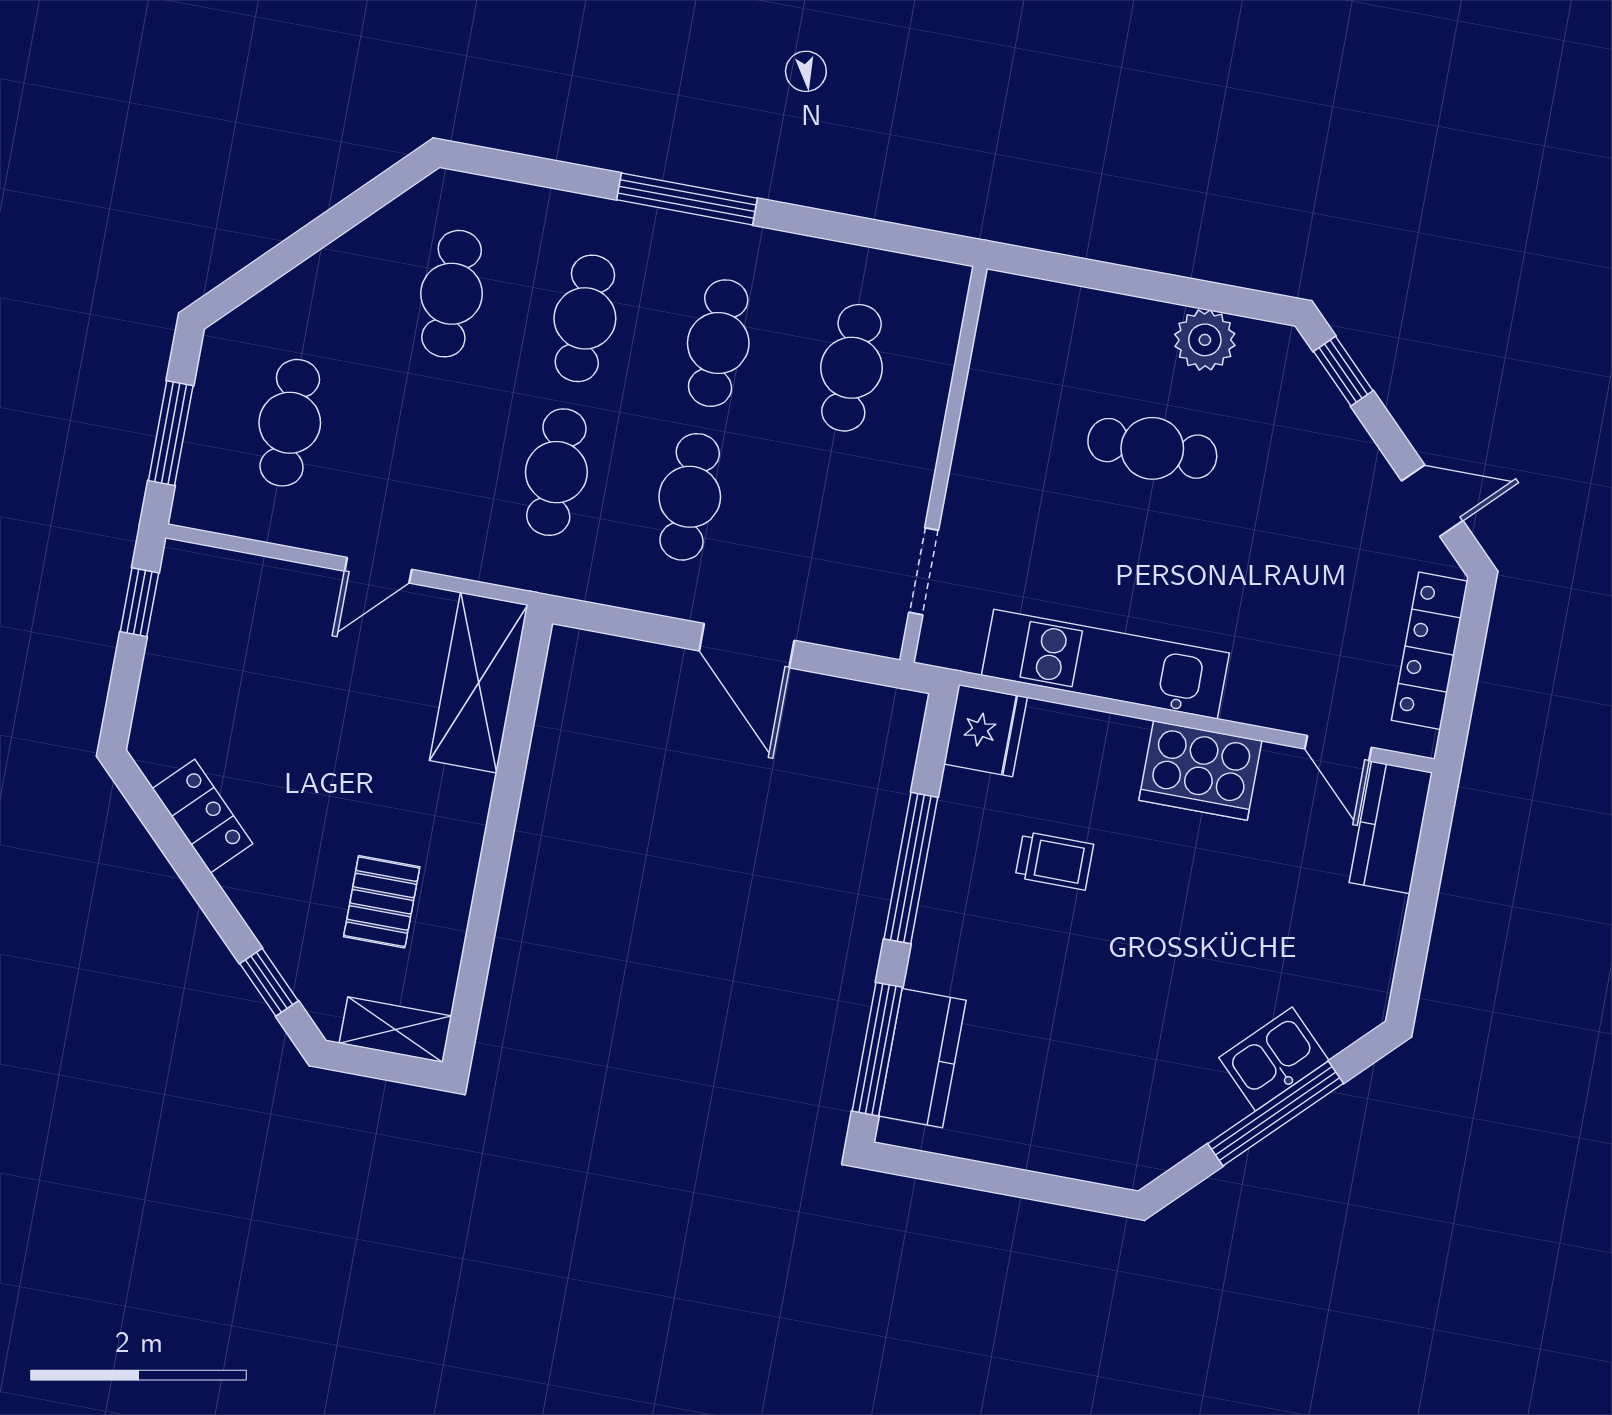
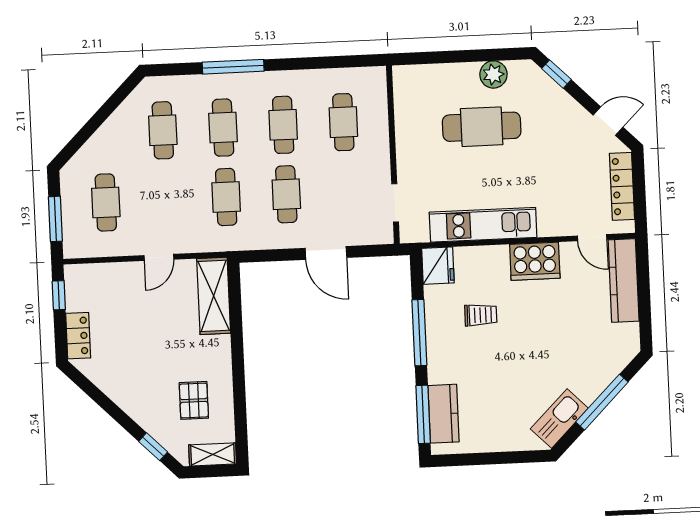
window: (687, 199) -> (233, 67), moved
cafe table: (1152, 448) -> (482, 127), width x1.37, depth x1.35
locker: (203, 816) -> (78, 336), moved, turned 45
kitchen counter: (1391, 827) -> (624, 280), width x1.50
kitchen sink: (1274, 1059) -> (559, 419), moved, width x1.38

